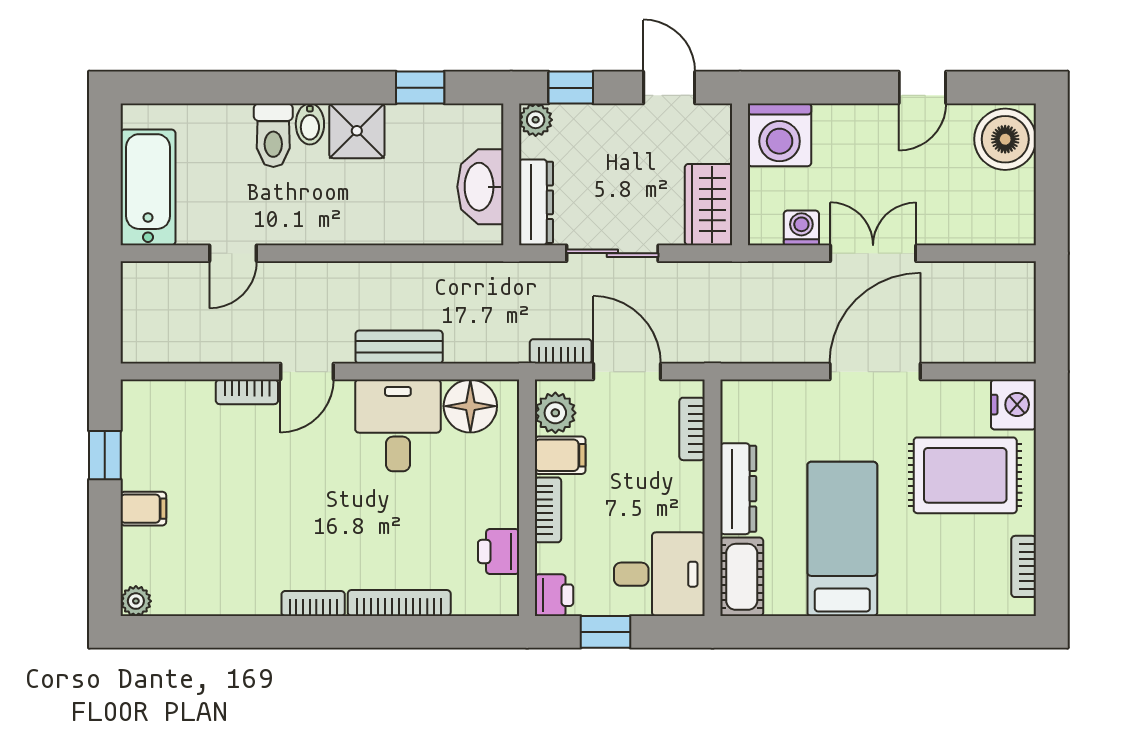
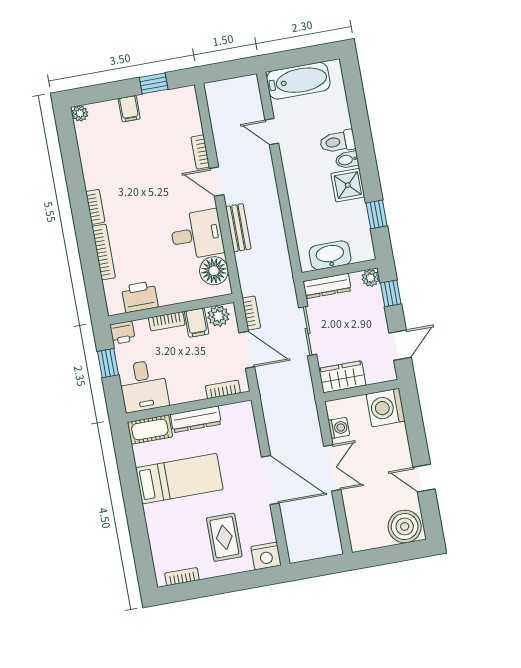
door: (627, 372) -> (247, 350), hinge flipped
rug: (965, 475) -> (224, 537), width x0.73, depth x0.70
printer: (499, 551) -> (140, 297), width x1.36, depth x1.24

